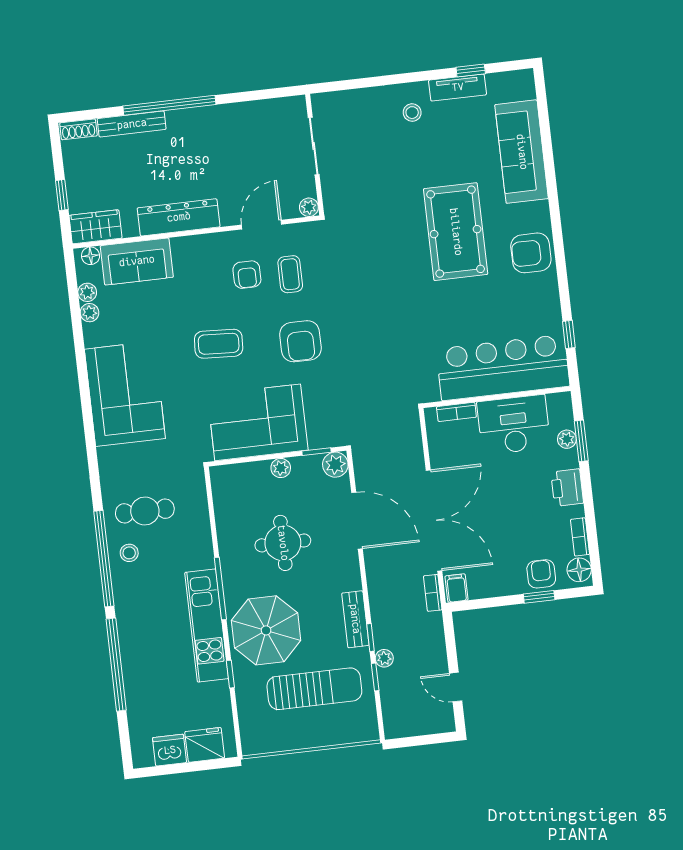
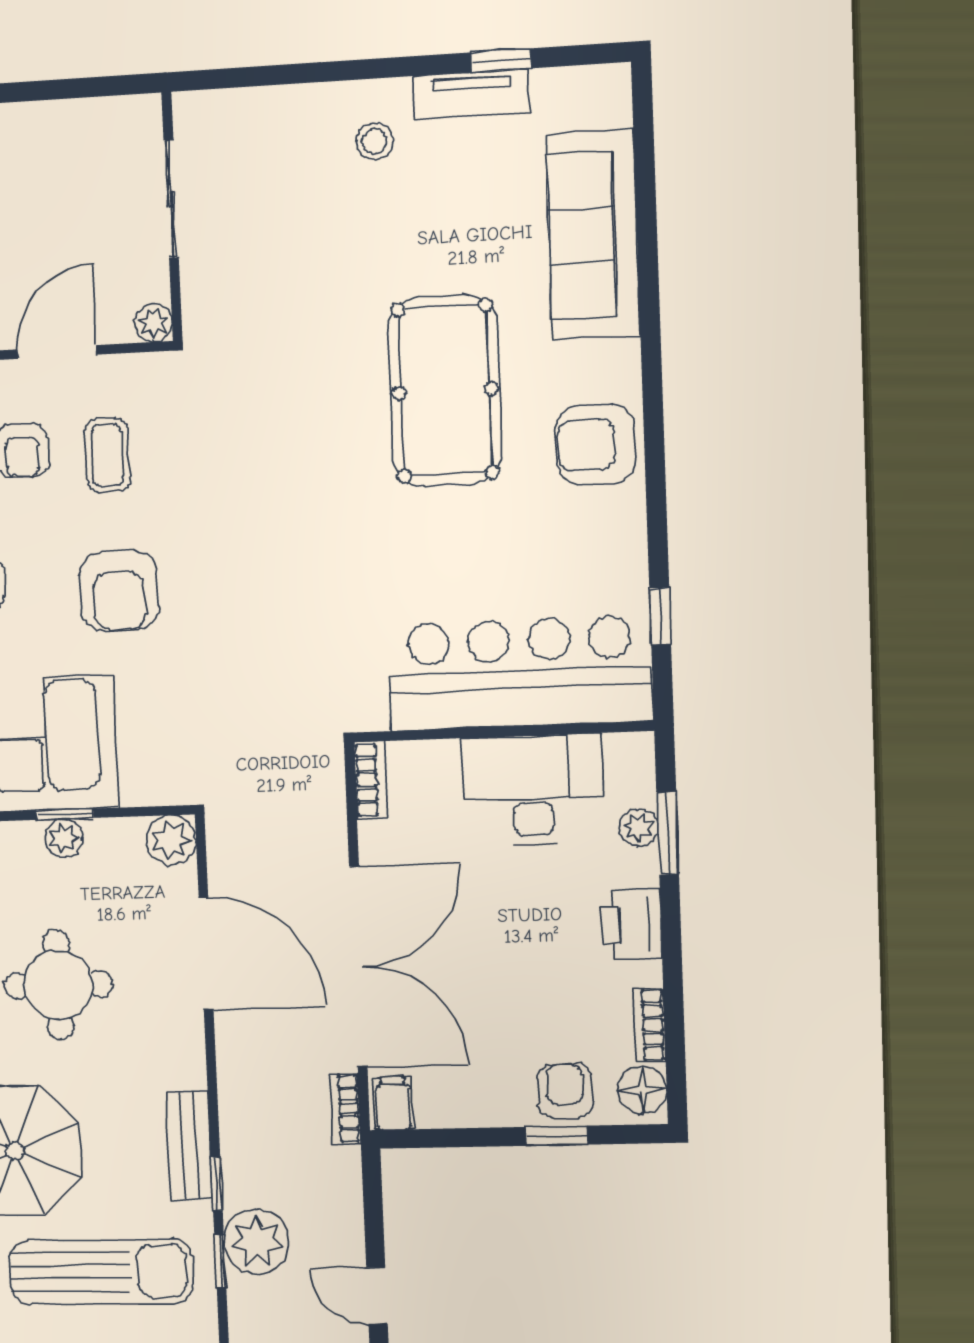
bookcase: (456, 412) -> (371, 780), moved, turned -90
window: (316, 452) -> (65, 814), moved
plant: (384, 658) -> (257, 1241), width x1.87, depth x1.87

